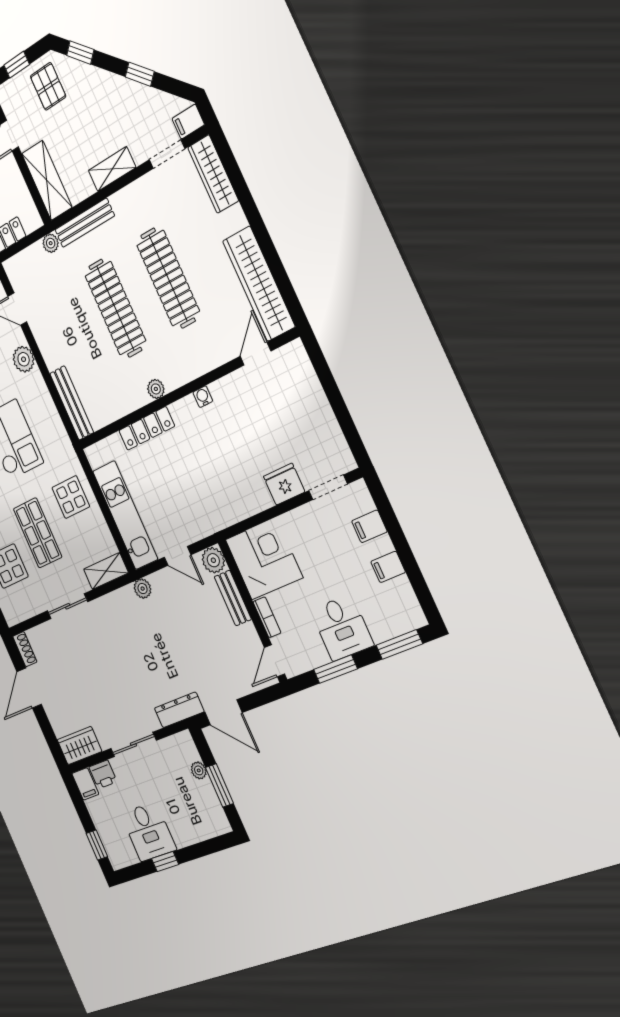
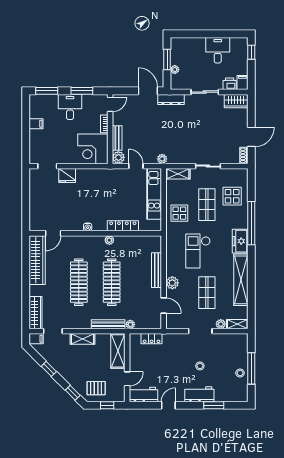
pallet: (48, 86) -> (96, 388), turned 90
bench: (72, 403) -> (156, 270), moved
filing cabinet: (369, 526) -> (36, 143), removed
window: (165, 862) -> (216, 34), removed

